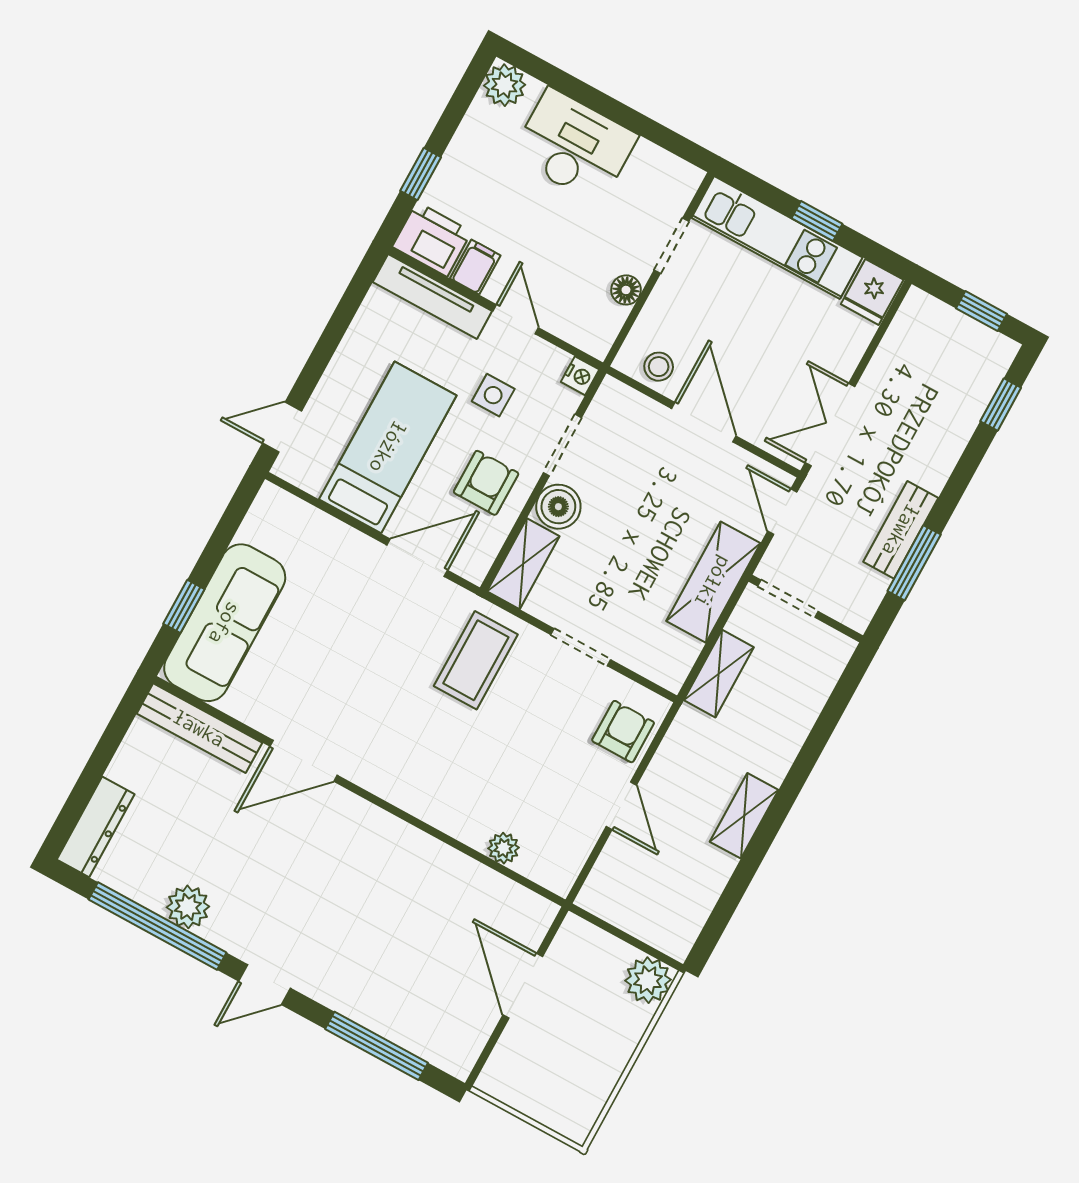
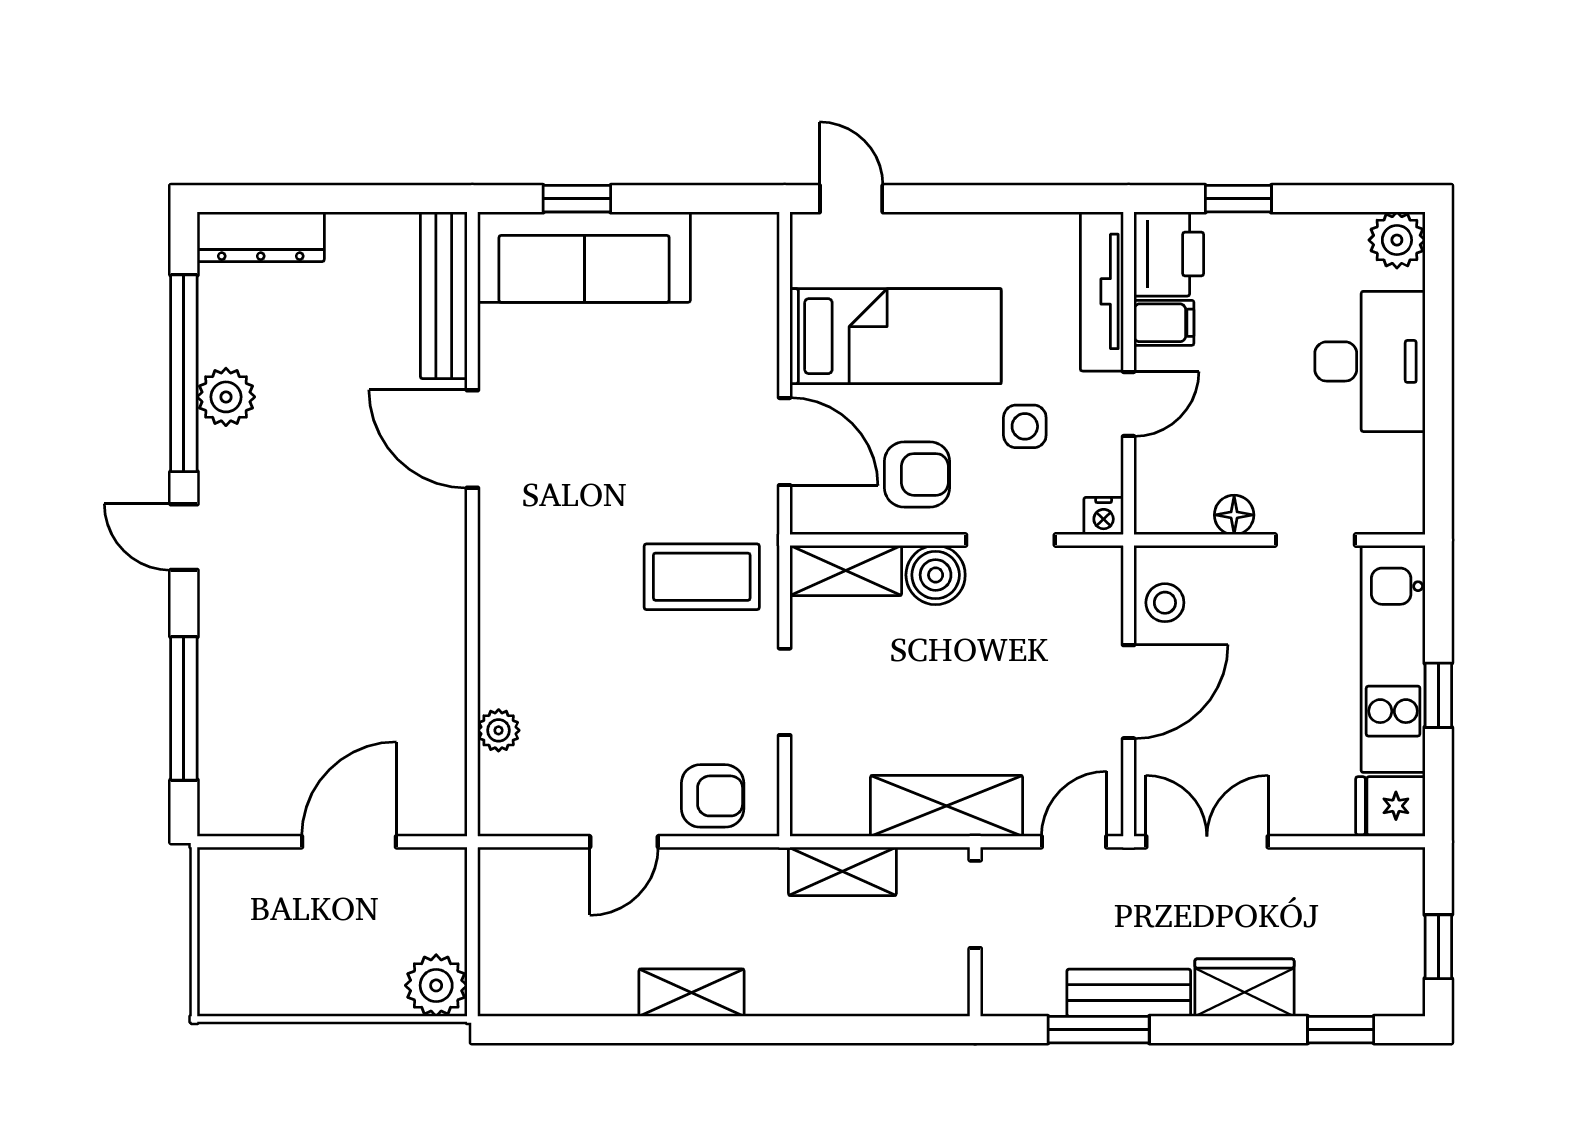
wardrobe: (939, 452) -> (1244, 988), added

